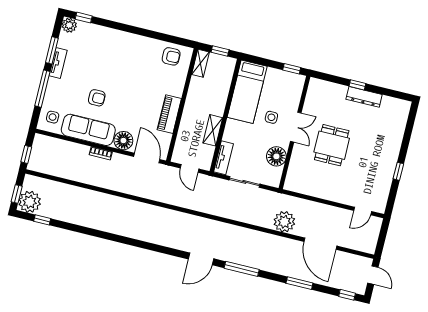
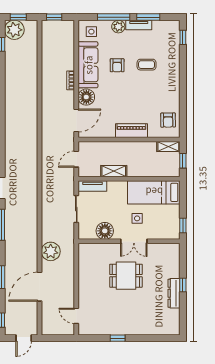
plant: (69, 25) -> (118, 27), moved
coffee table: (104, 65) -> (147, 65), added
piano: (169, 114) -> (131, 131), moved

